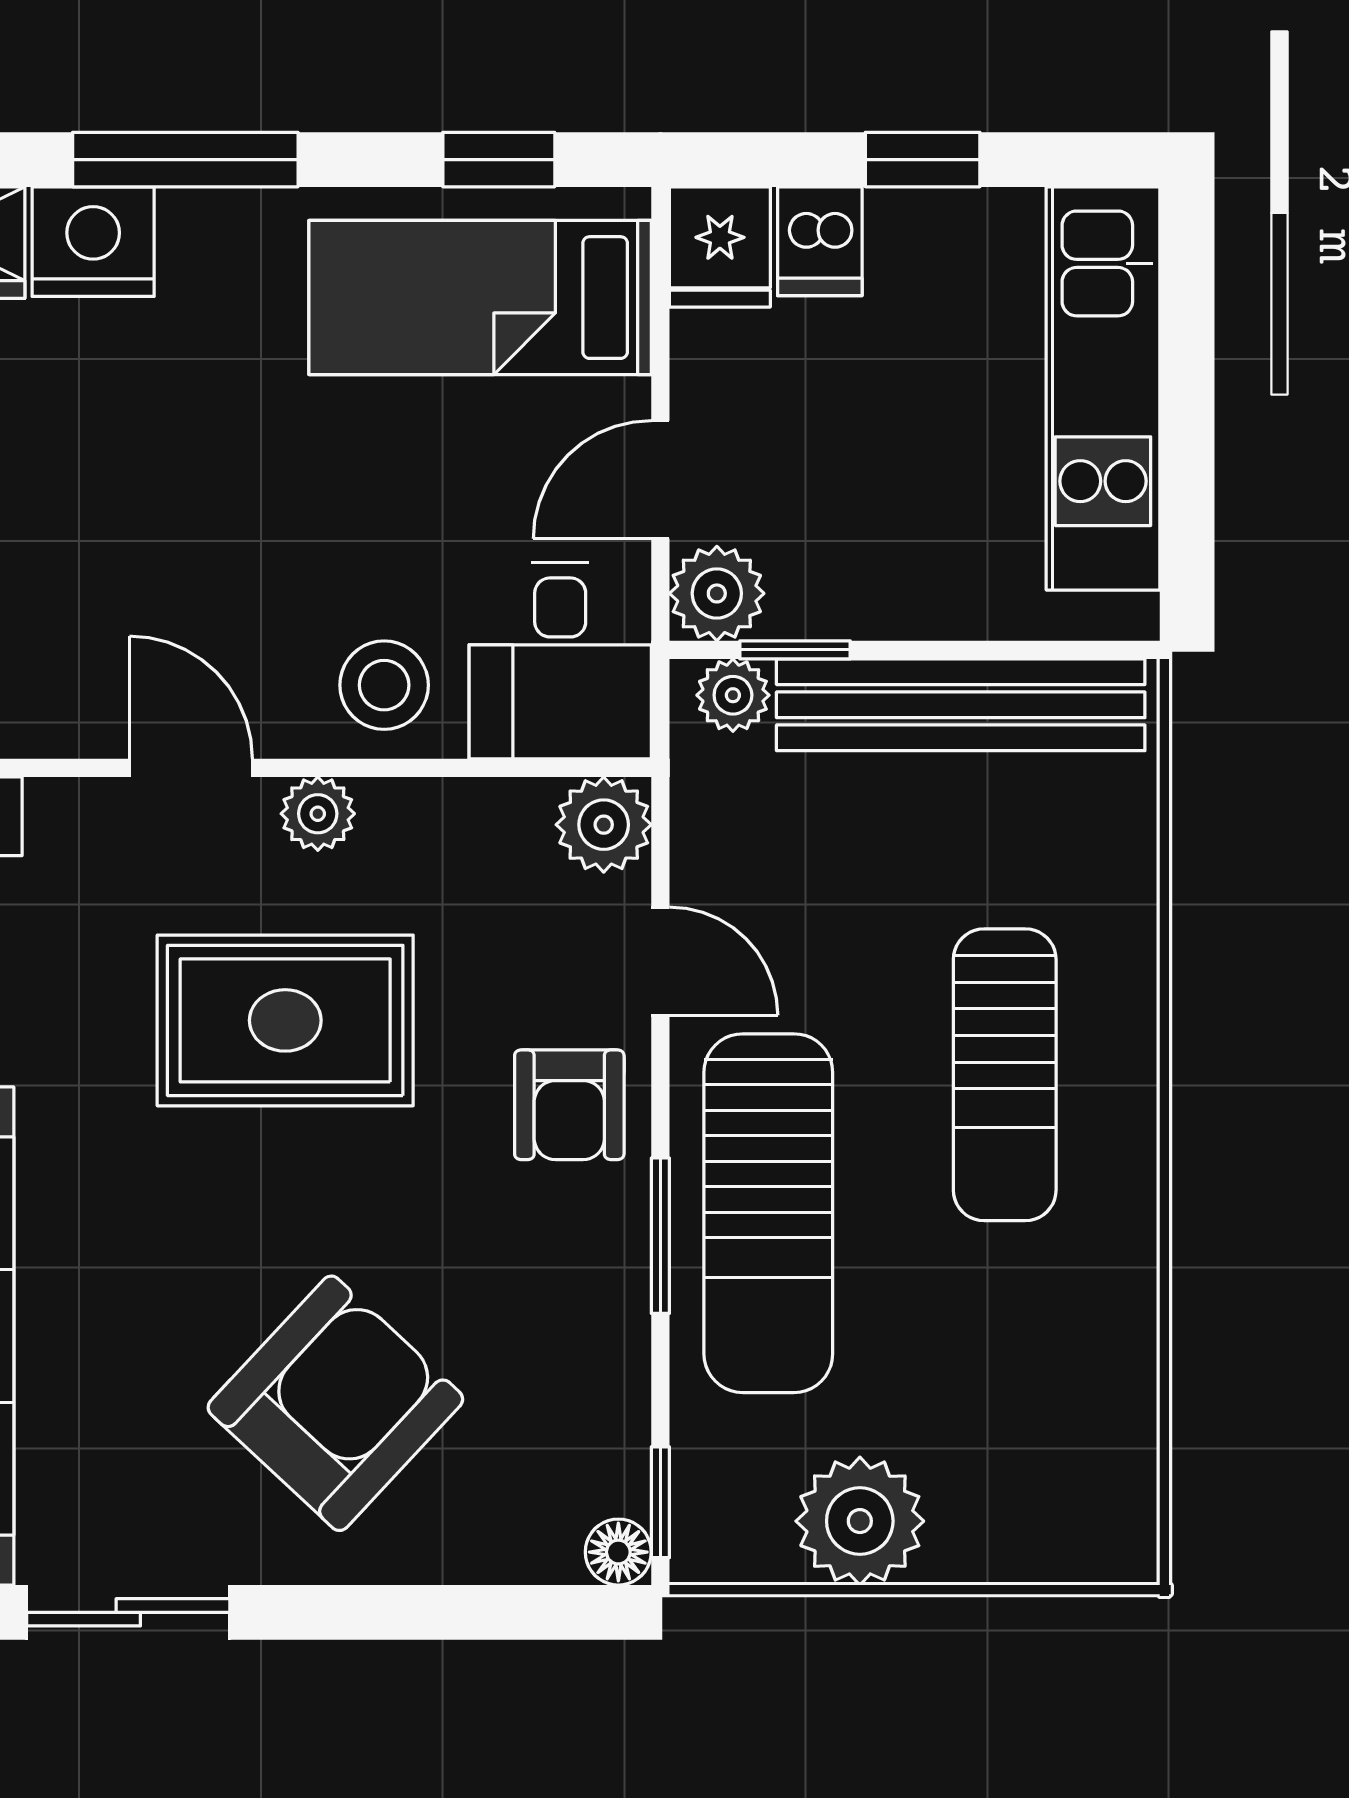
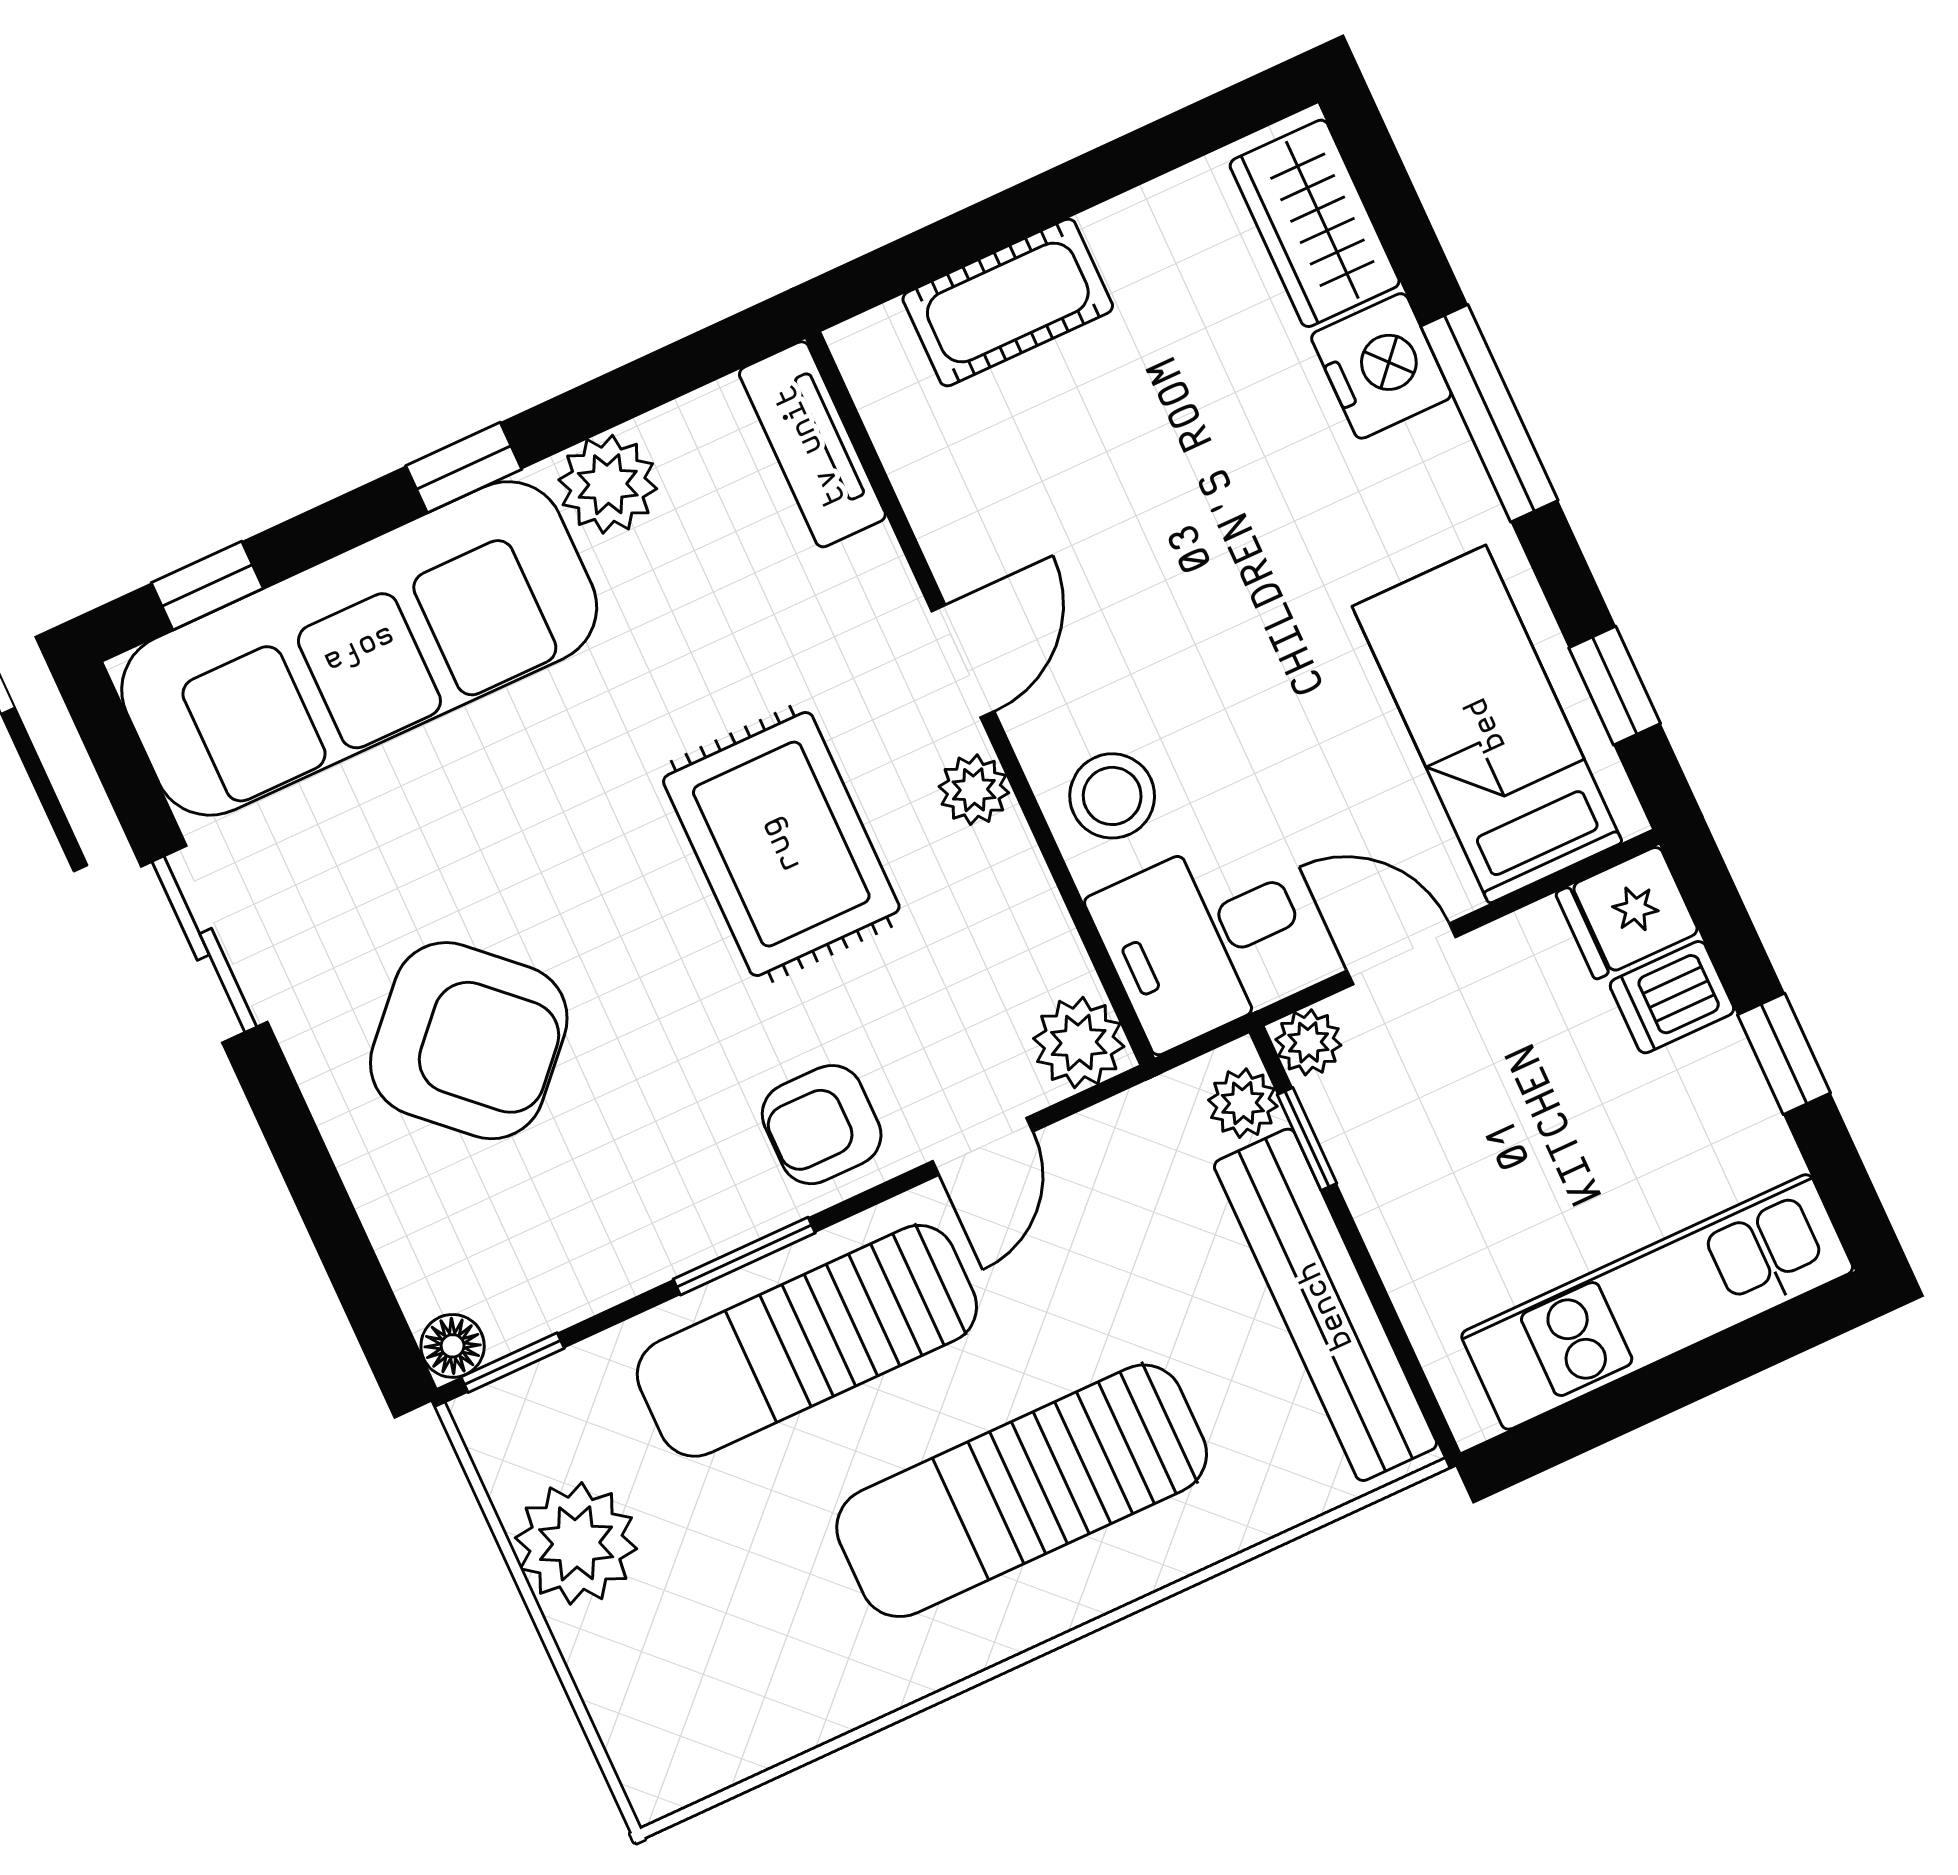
plant: (717, 593) -> (1308, 1042), width x0.73, depth x0.73
sun lounger: (1005, 1075) -> (1022, 1491), width x1.36, depth x1.34

